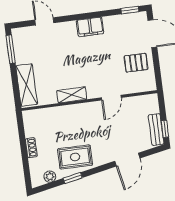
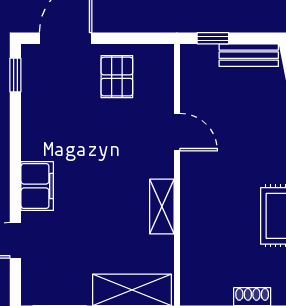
filing cabinet: (90, 27) -> (37, 186), moved
window: (165, 129) -> (213, 38), moved

